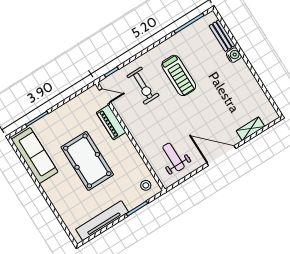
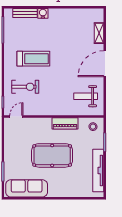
piano: (111, 122) -> (65, 123), moved

